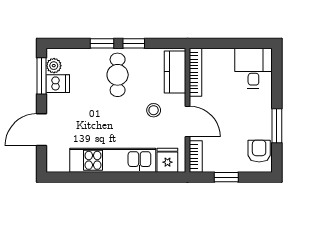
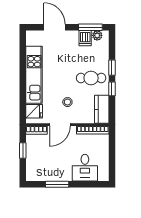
desk: (253, 68) -> (85, 168), moved, turned 90
kitchen counter: (175, 72) -> (102, 109), moved, turned -90
armchair: (259, 151) -> (40, 172), removed

